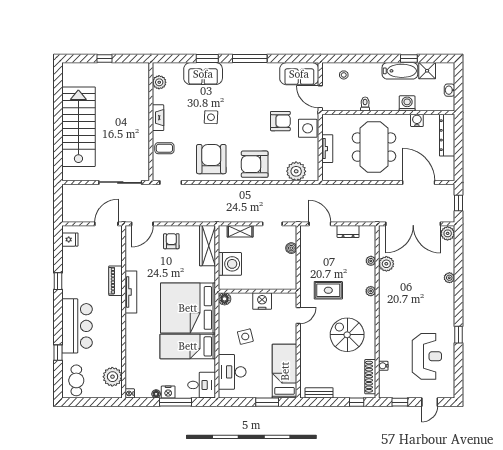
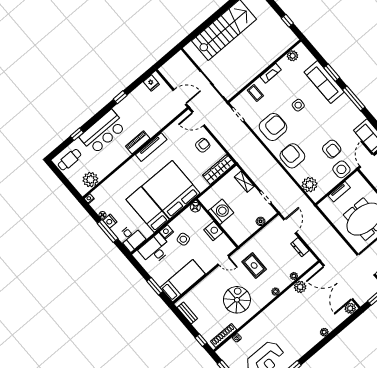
window: (105, 59) -> (287, 21), moved
sofa: (203, 74) -> (324, 82), width x1.36
washing machine: (230, 264) -> (221, 212), moved, turned -90
piano: (115, 281) -> (138, 142), moved
nightstand: (224, 347) -> (166, 232), added

